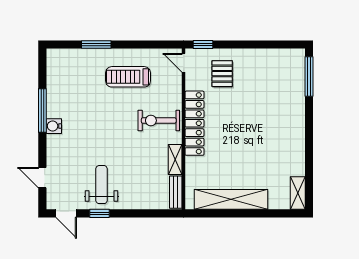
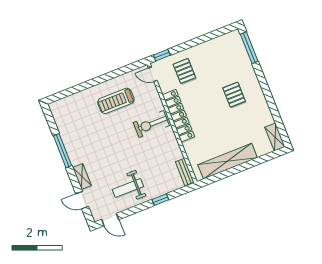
window: (96, 45) -> (83, 86), removed
pallet: (269, 124) -> (234, 95), added
water cooler: (54, 126) -> (76, 159), removed
shelving: (175, 160) -> (82, 177), moved
weight bench: (102, 185) -> (128, 188), turned -90
window: (100, 213) -> (160, 200), moved

